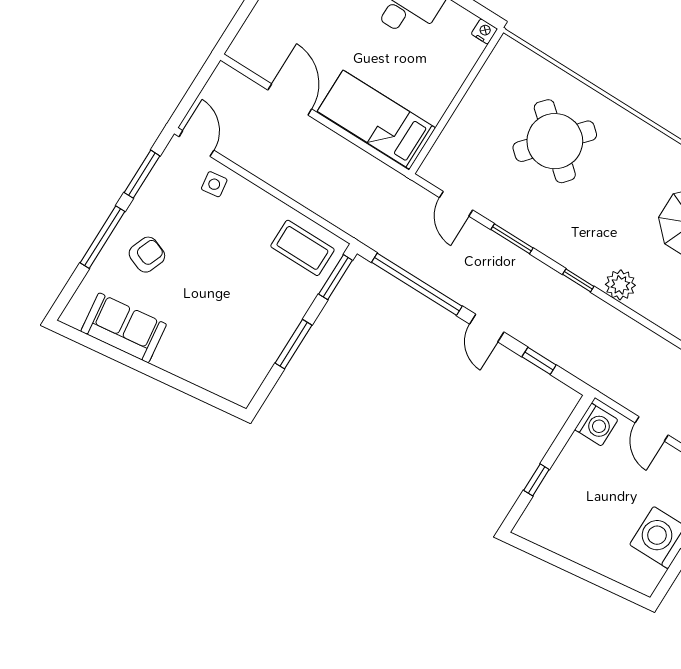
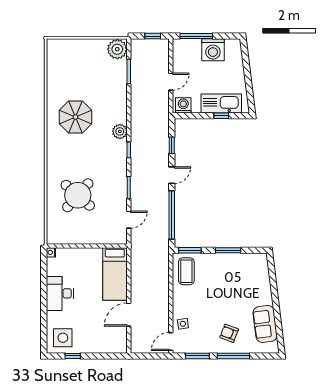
kitchen sink: (558, 493) -> (221, 103), added

